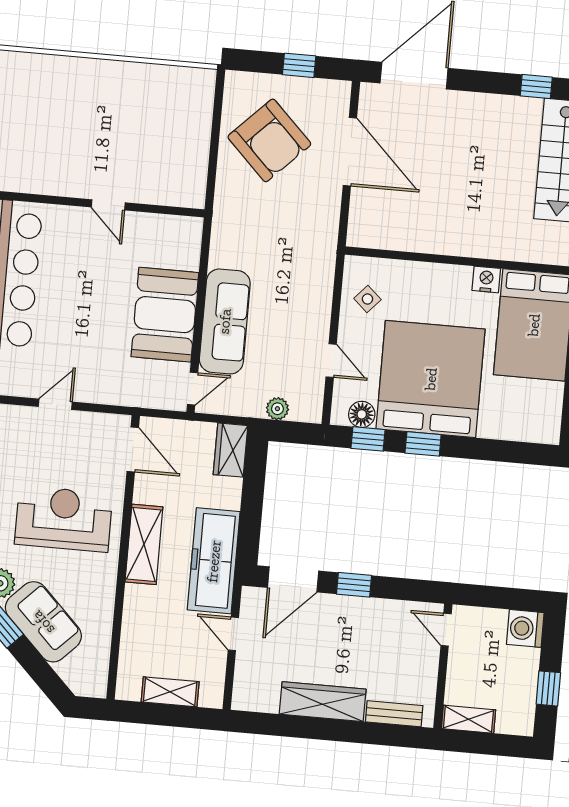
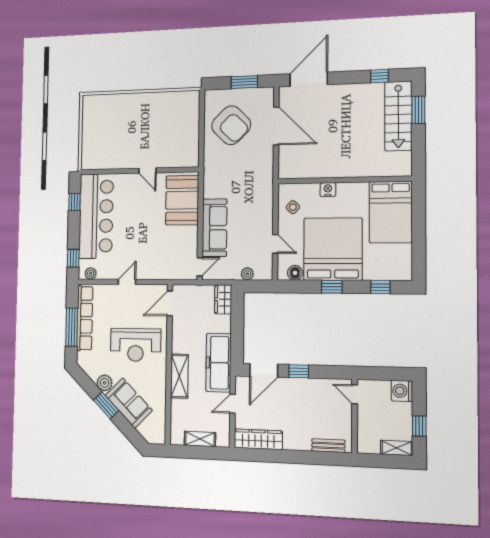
window: (299, 65) -> (244, 82), width x1.50
nightstand: (486, 279) -> (328, 189), moved
booth: (165, 315) -> (182, 200), moved
window: (368, 439) -> (380, 287), moved
door: (133, 449) -> (170, 303), swing flipped
reception desk: (64, 519) -> (136, 345), turned 180
shelving: (144, 544) -> (179, 376), moved
door: (233, 634) -> (233, 404), hinge flipped
wardrobe: (323, 702) -> (258, 439), moved
shelving: (468, 719) -> (397, 448), moved

